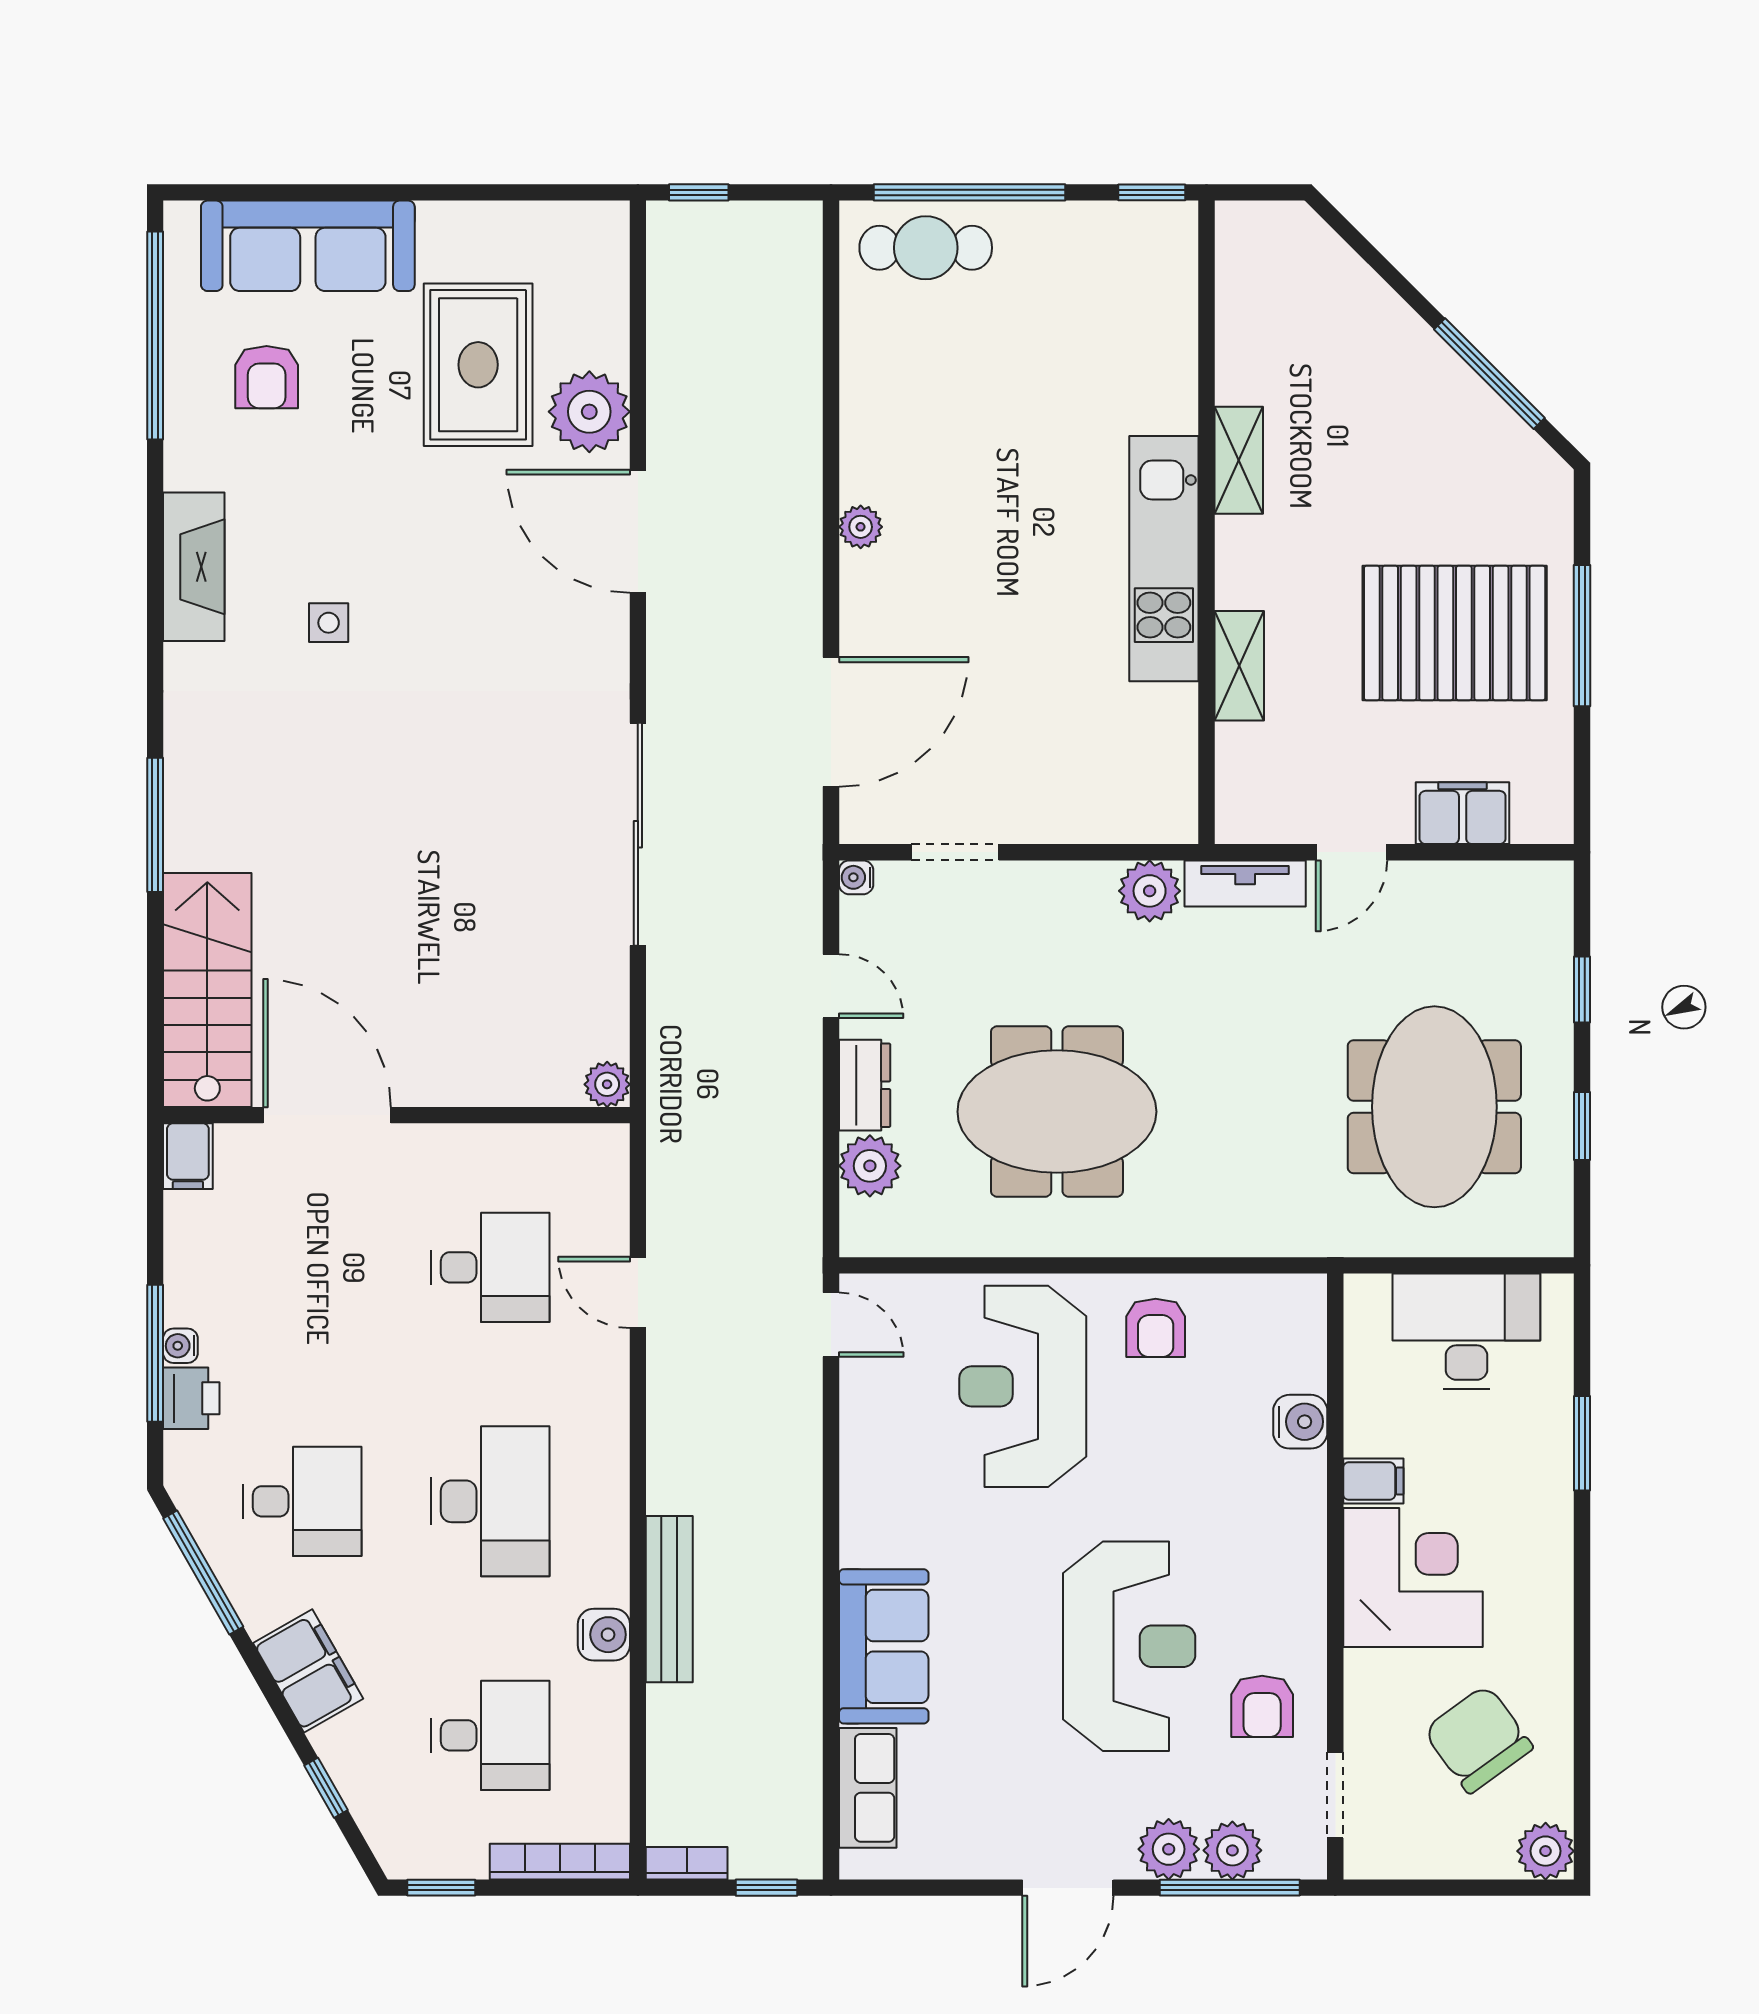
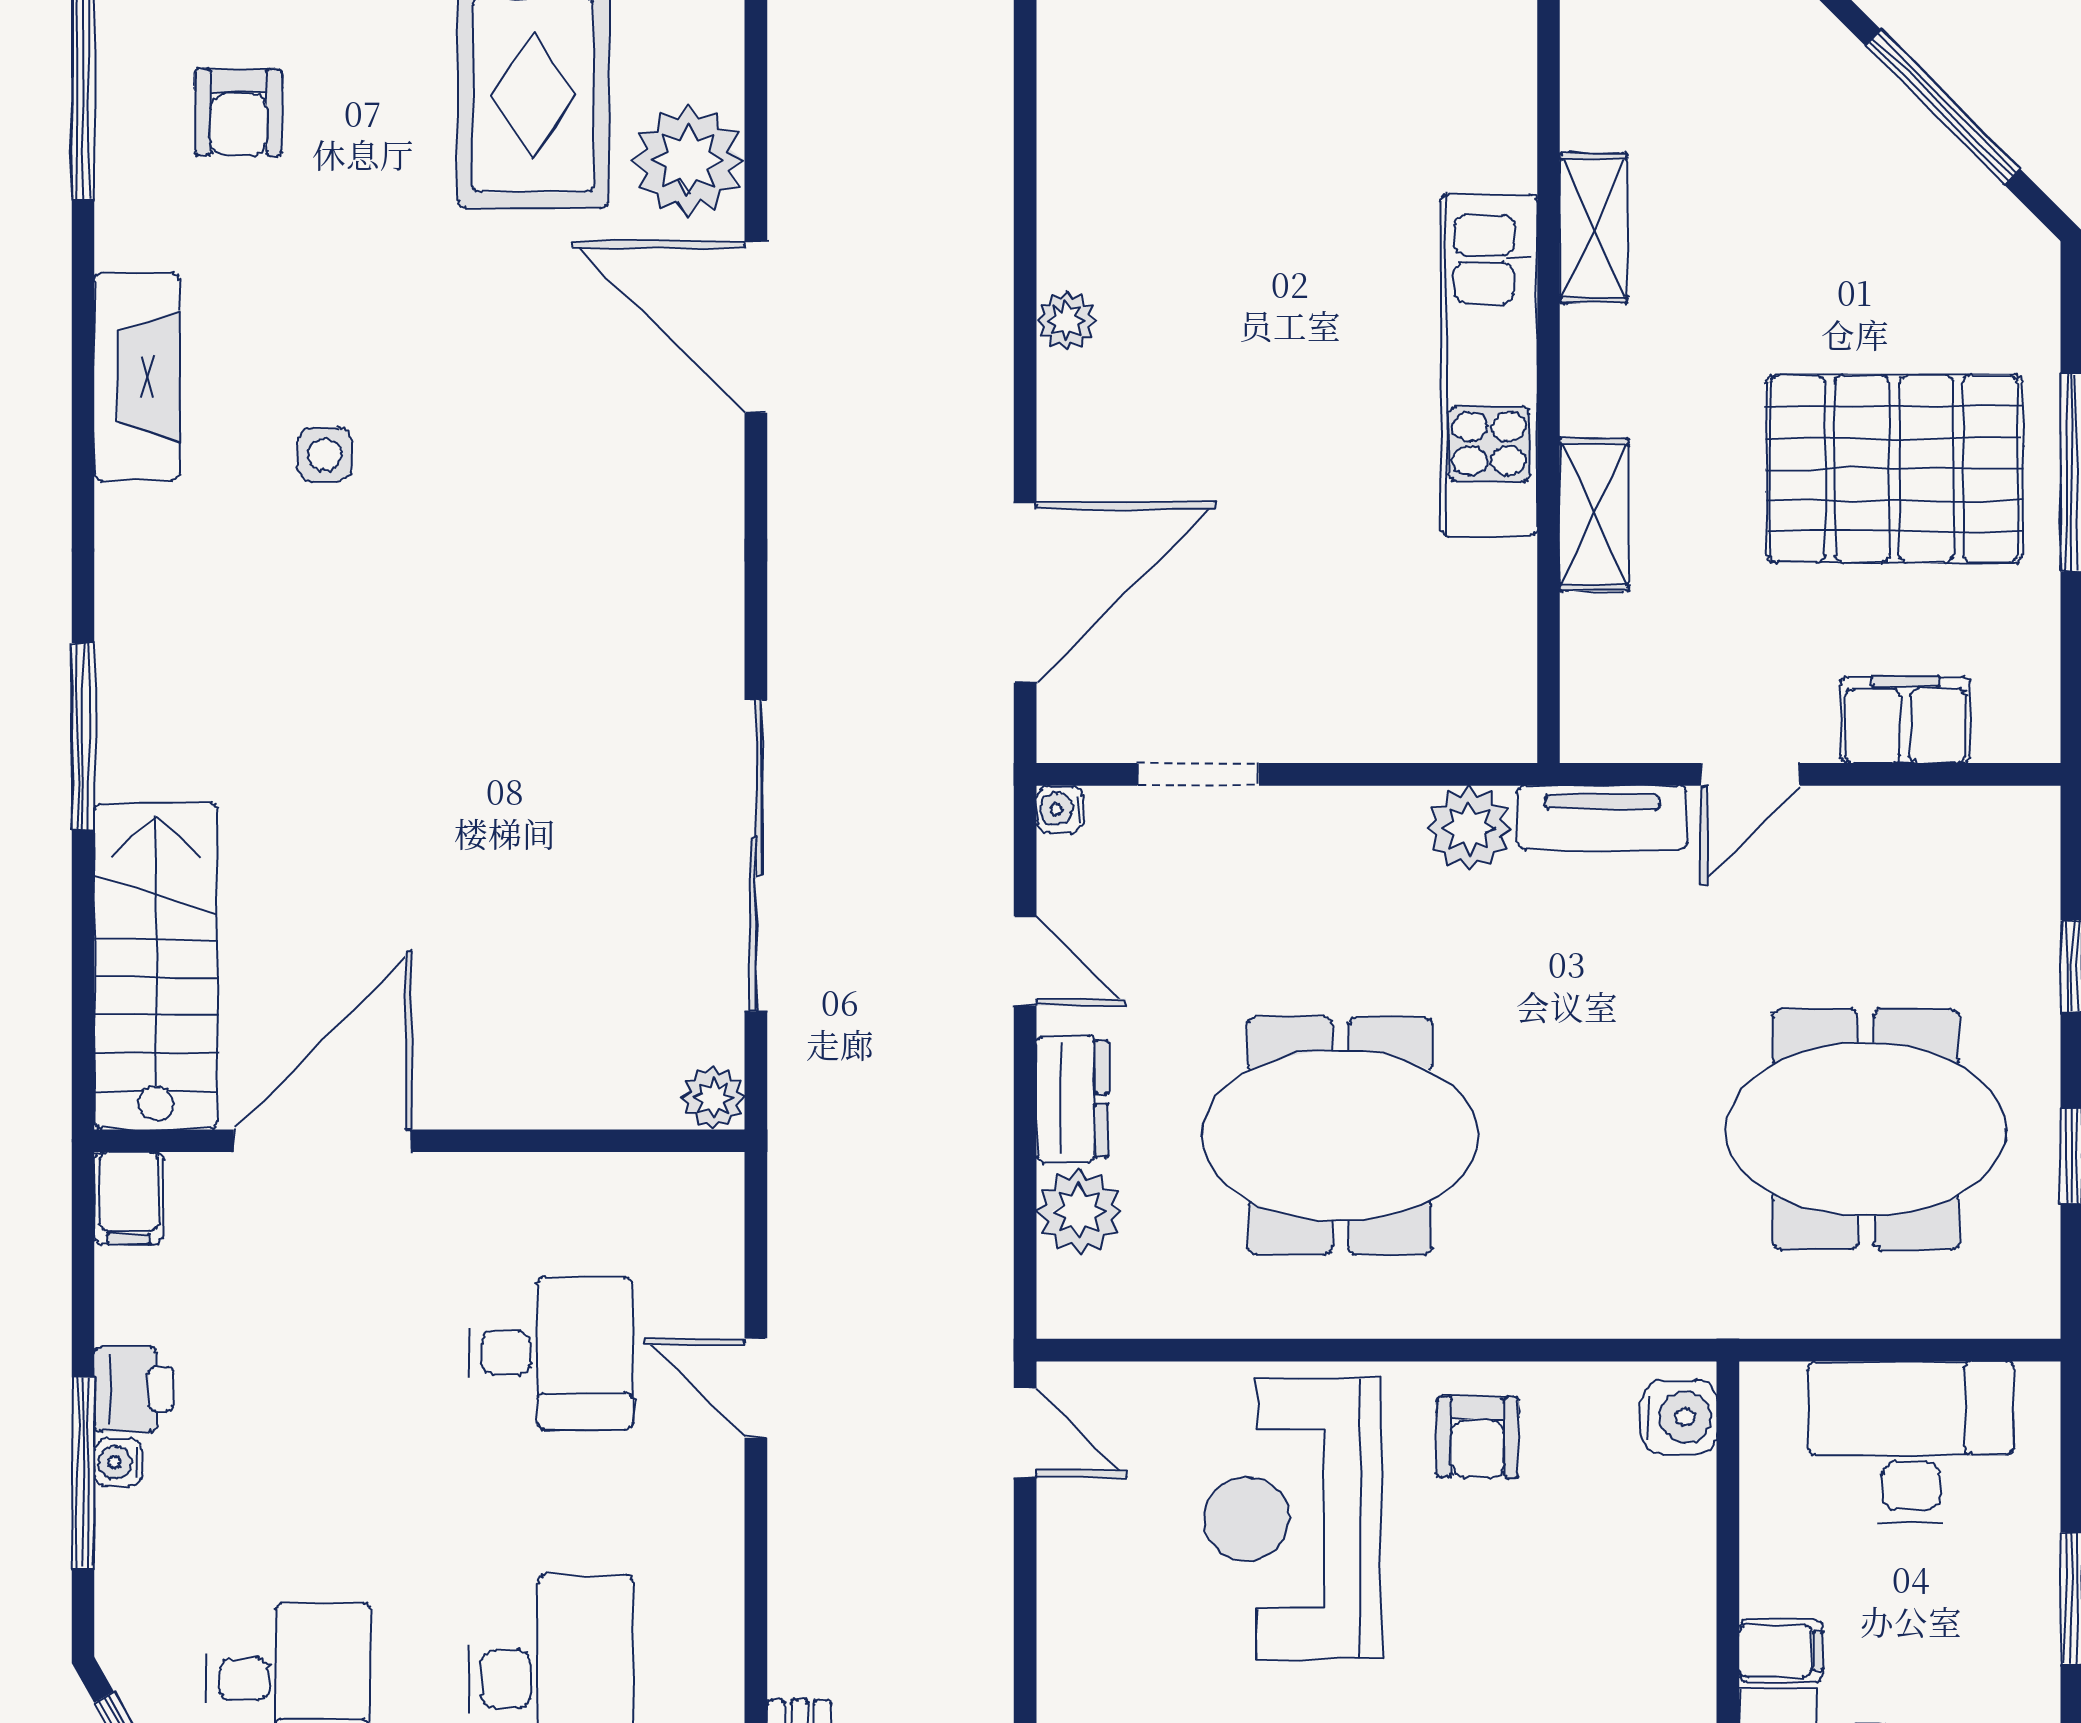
sliding door: (638, 834) -> (756, 856), moved
meeting table: (1434, 1107) -> (1866, 1129), turned 90
door: (327, 1115) -> (323, 1141), hinge flipped
printer: (191, 1398) -> (133, 1389), moved
water cooler: (1300, 1422) -> (1679, 1417), moved

